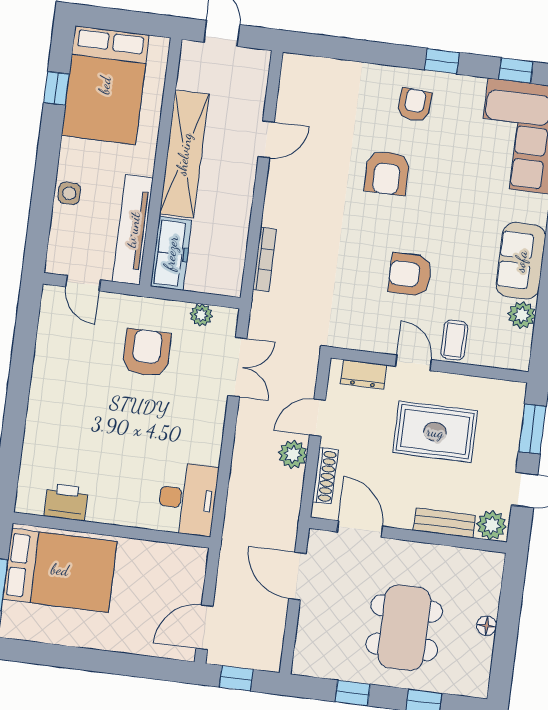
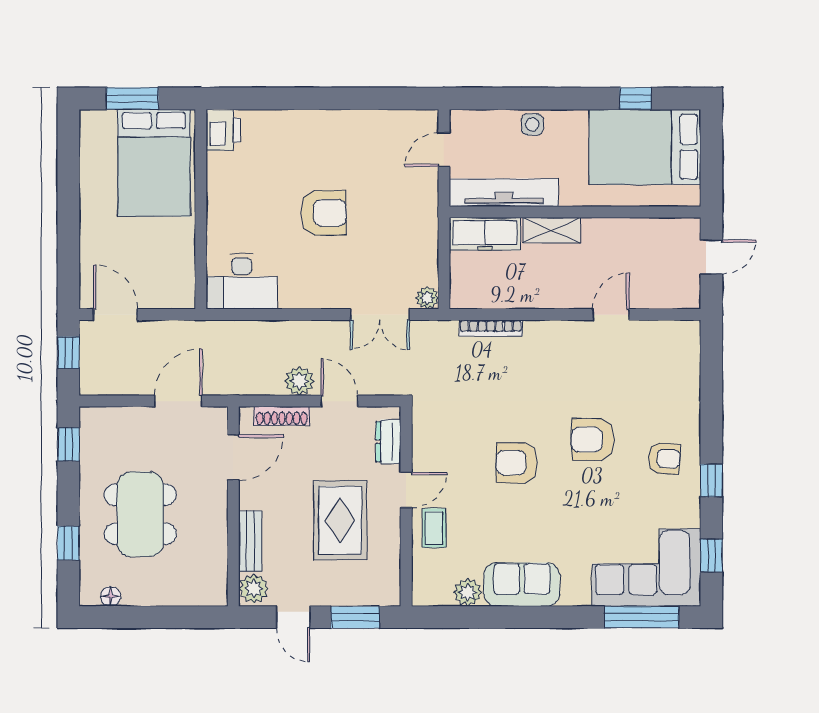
door: (266, 139) -> (611, 315), swing flipped
shelving: (184, 154) -> (552, 230), width x0.45, depth x0.75
armchair: (410, 274) -> (517, 463), moved, turned -90
plant: (201, 315) -> (427, 298), moved
coffee table: (454, 340) -> (434, 528), turned 90
armchair: (147, 353) -> (324, 213), moved
printer: (66, 502) -> (223, 130), moved
floor lamp: (487, 626) -> (110, 596), moved
dining table: (404, 628) -> (140, 514), turned 90
window: (353, 693) -> (68, 444), moved

